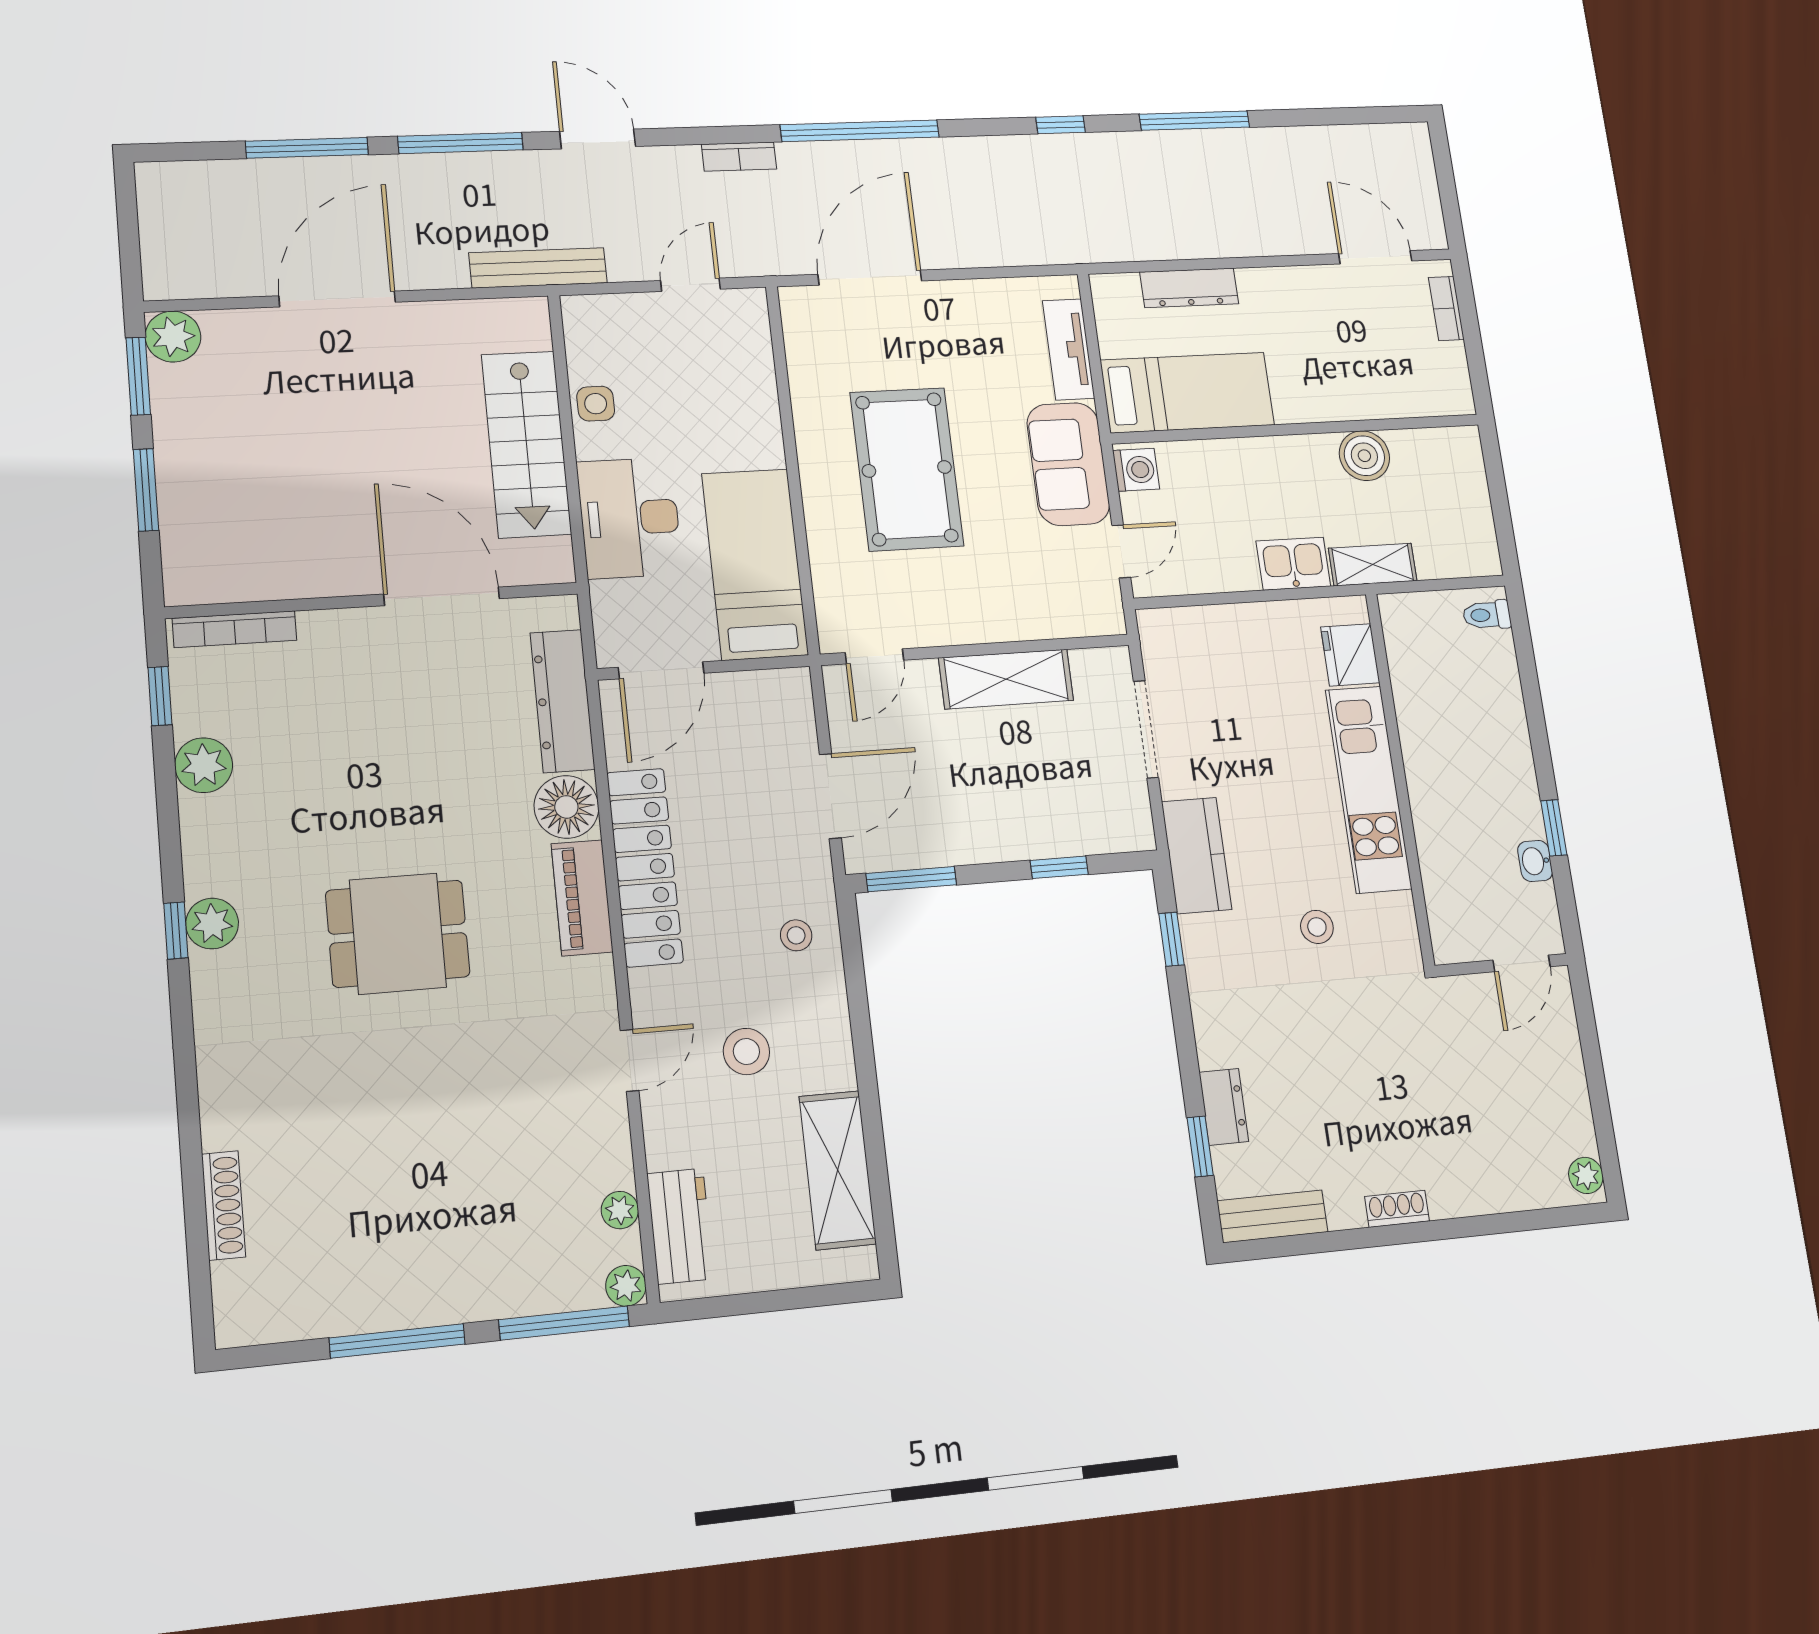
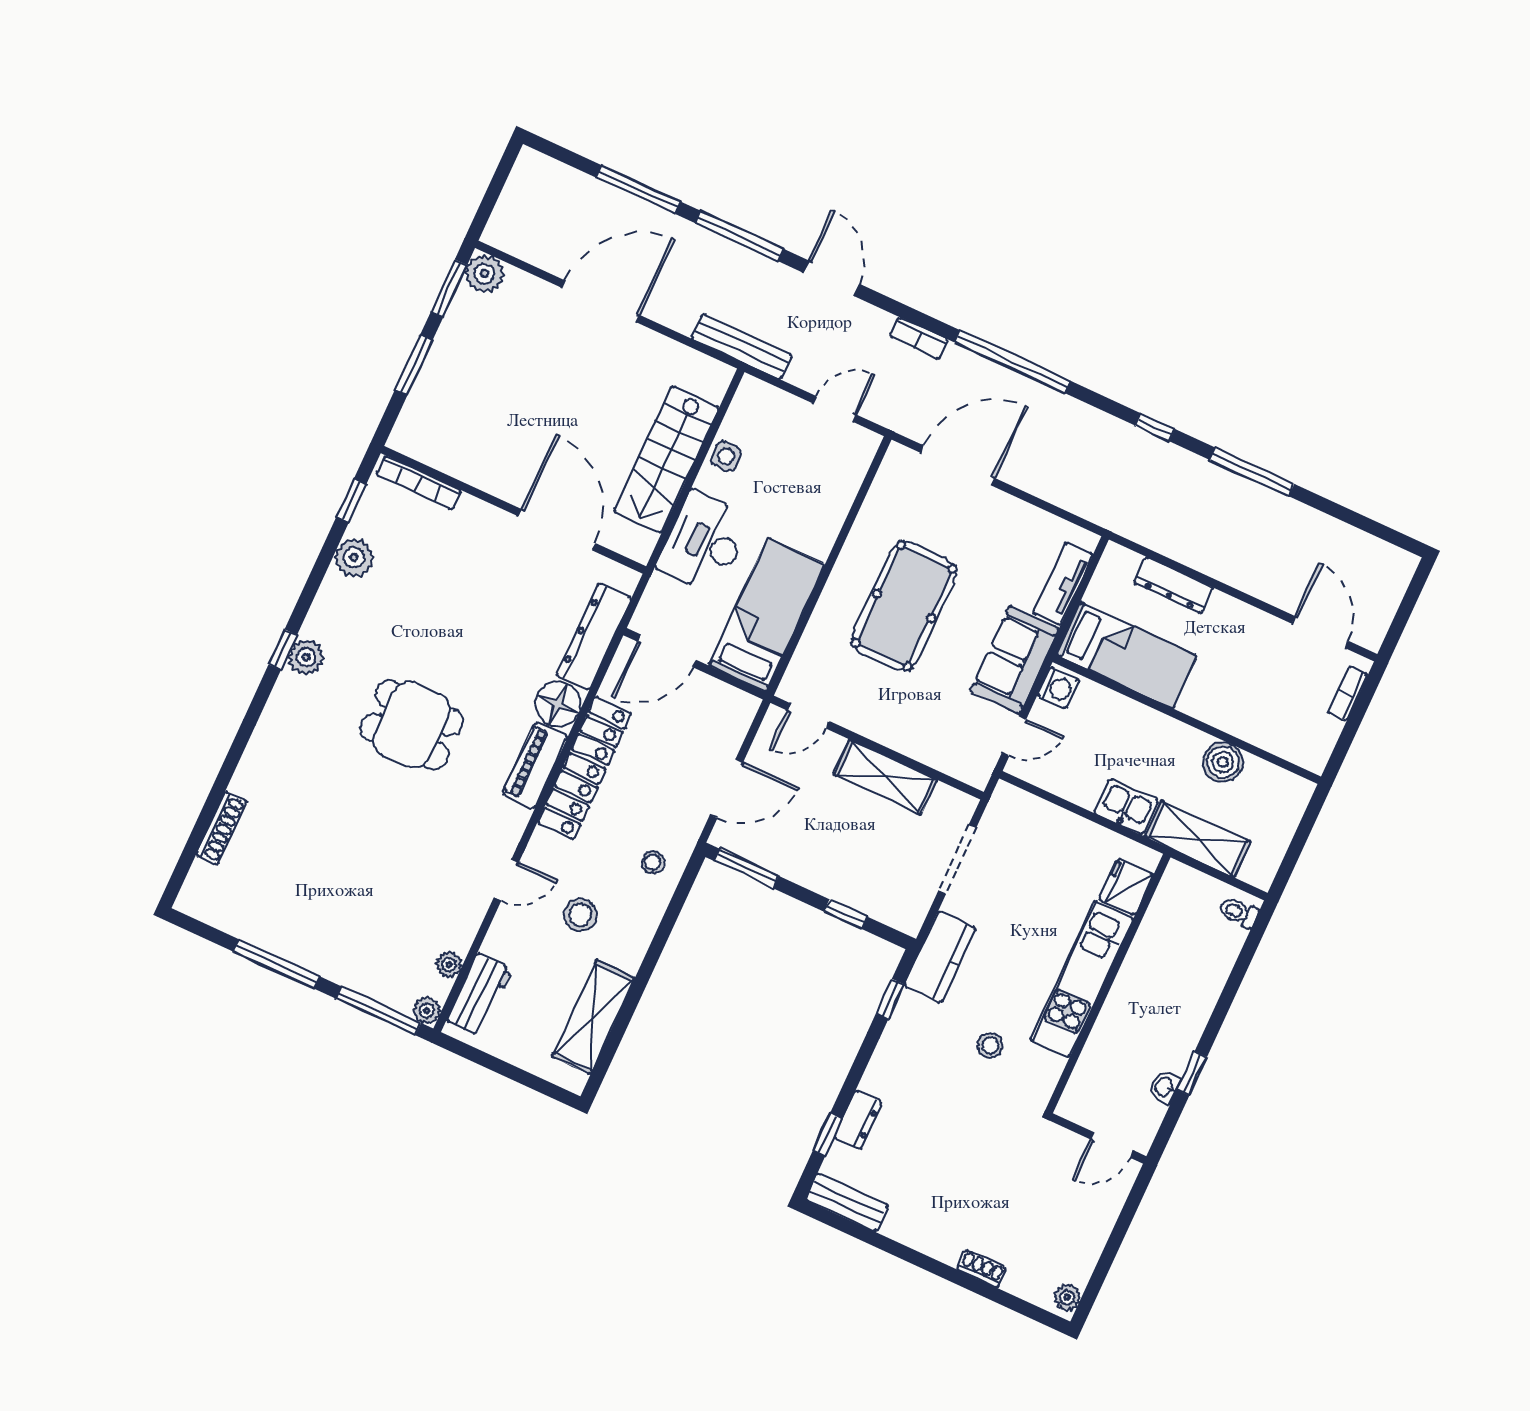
shelving: (1373, 565) -> (1198, 839), width x1.50, depth x1.33
shoe rack: (1397, 1209) -> (982, 1269), moved

